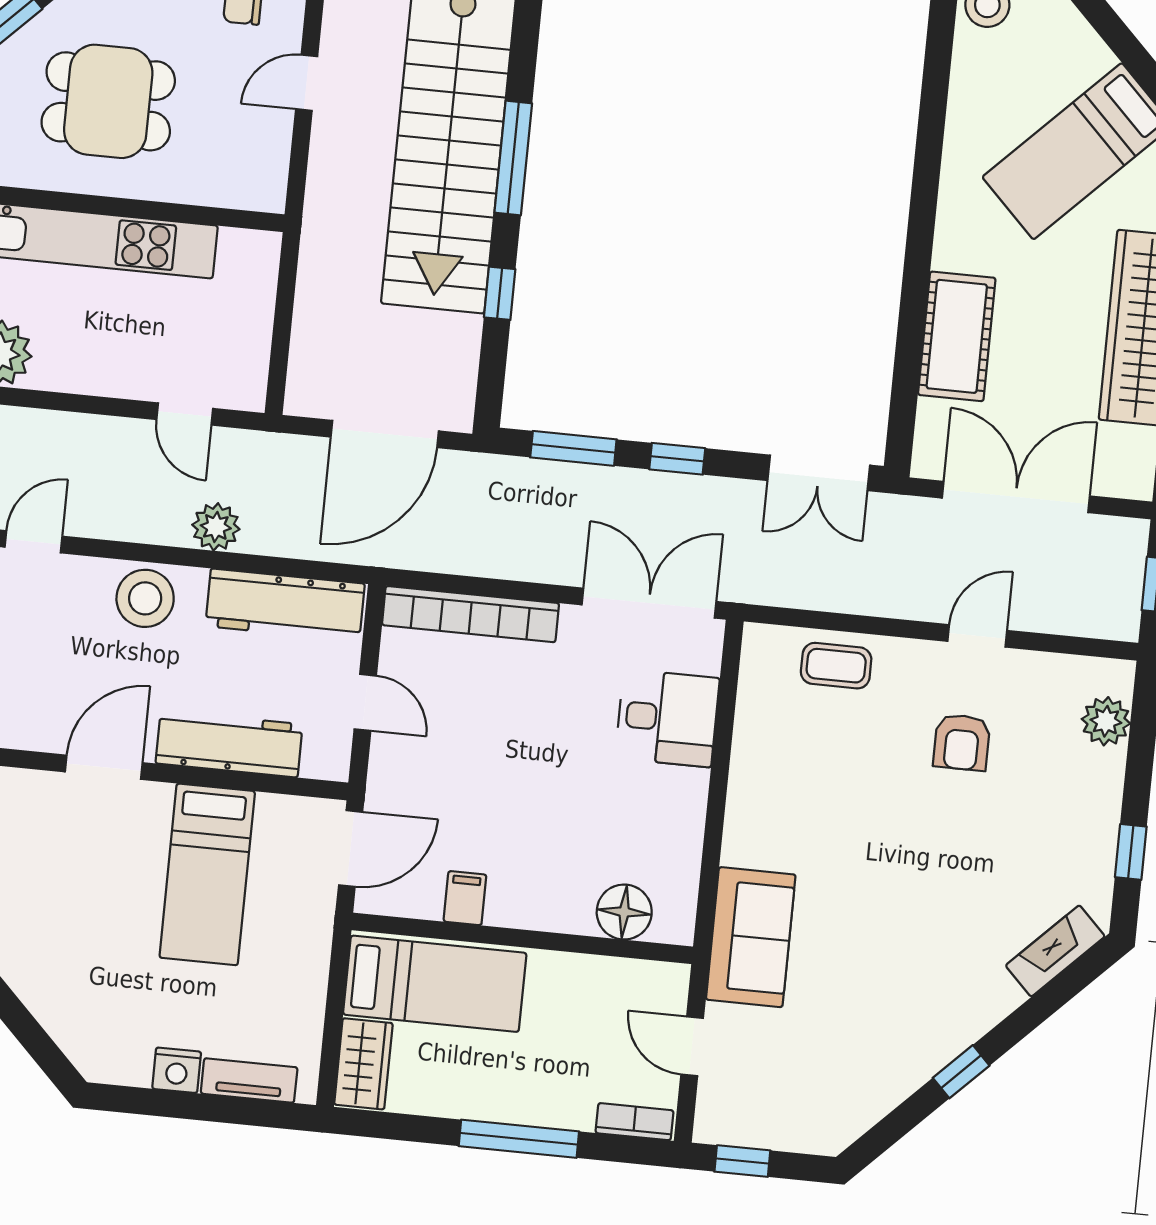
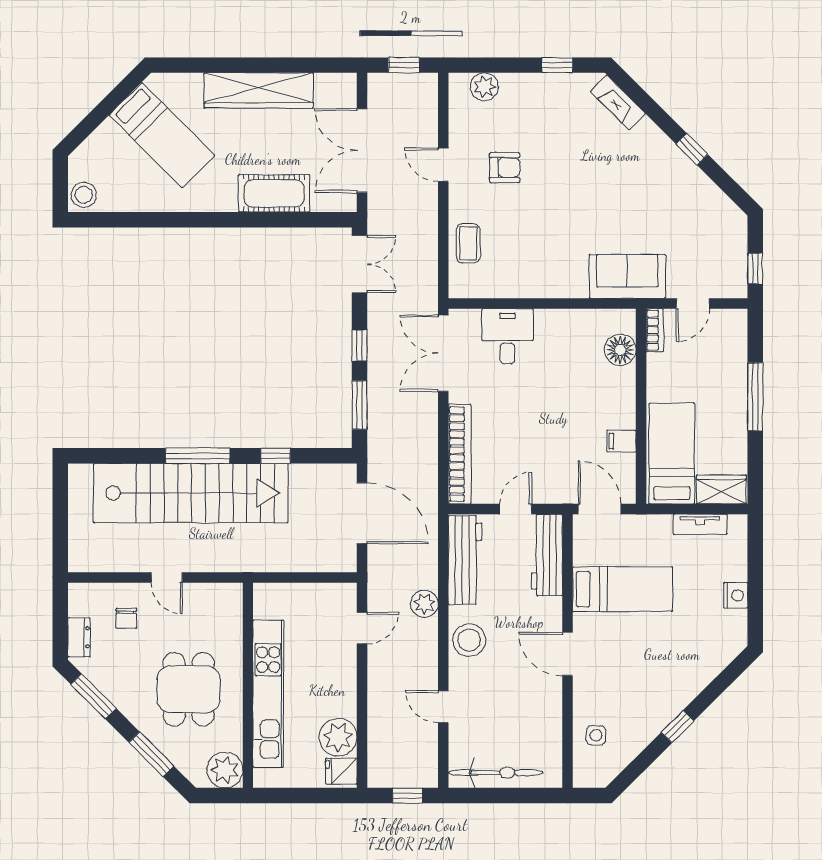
workbench: (229, 744) -> (547, 555), moved
tv unit: (249, 1080) -> (700, 524), moved, turned -90
bookcase: (634, 1122) -> (655, 330), moved, turned 180

